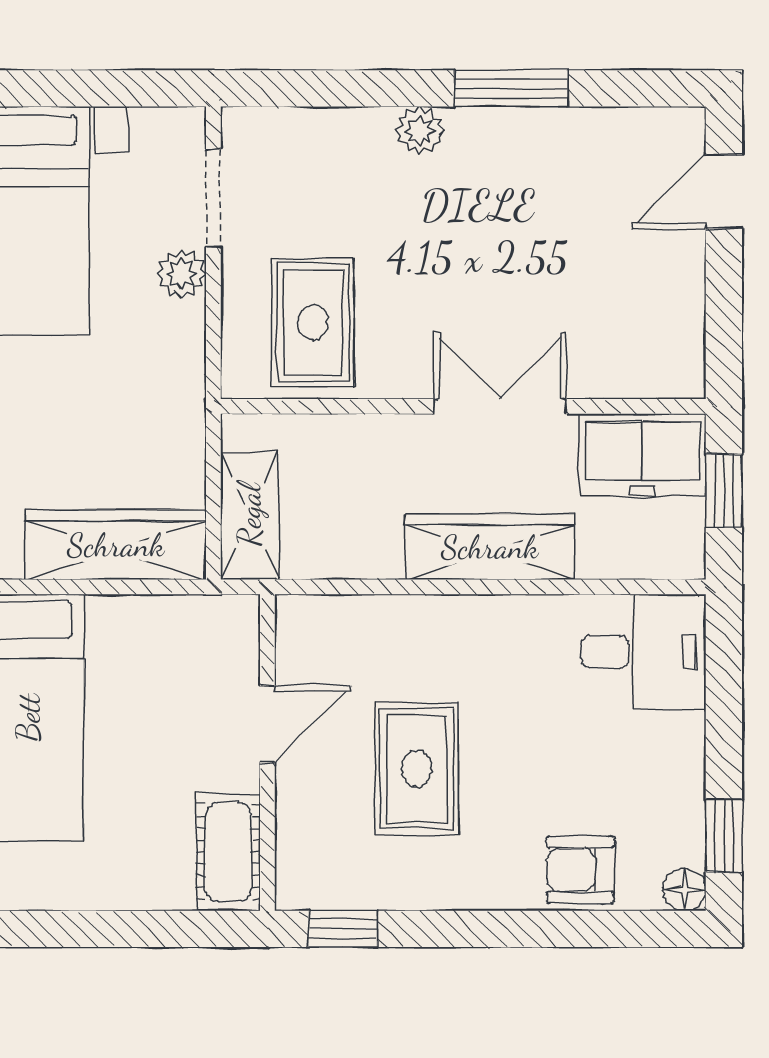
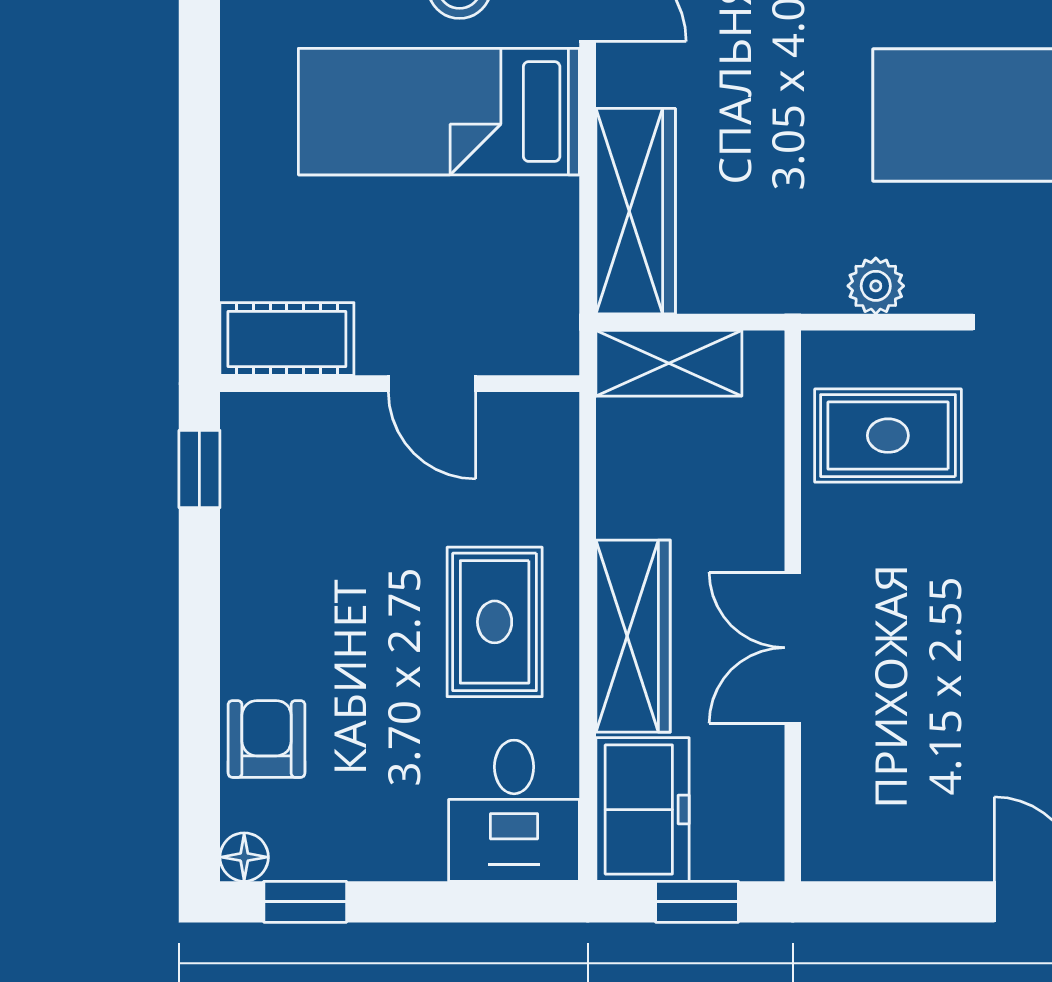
plant: (181, 274) -> (876, 286), moved
double door: (500, 406) -> (793, 648), swing flipped
freezer: (643, 455) -> (643, 810), moved, turned 180
rug: (417, 769) -> (495, 622), moved, turned 90

